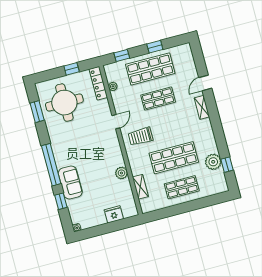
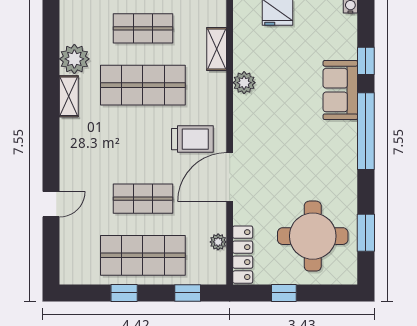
shelving: (202, 107) -> (69, 96), moved
door: (116, 122) -> (230, 177), width x1.87
window: (227, 165) -> (51, 47), removed

